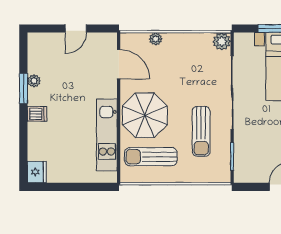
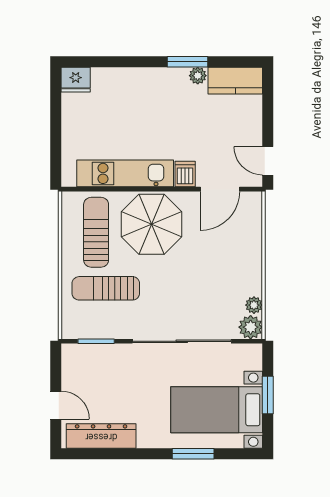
door: (76, 28) -> (268, 161), moved
plant: (156, 39) -> (254, 305), moved
kitchen counter: (38, 53) -> (235, 81), added
dishwasher: (37, 114) -> (185, 174), moved, turned 180
sun lounger: (201, 131) -> (106, 288), moved

